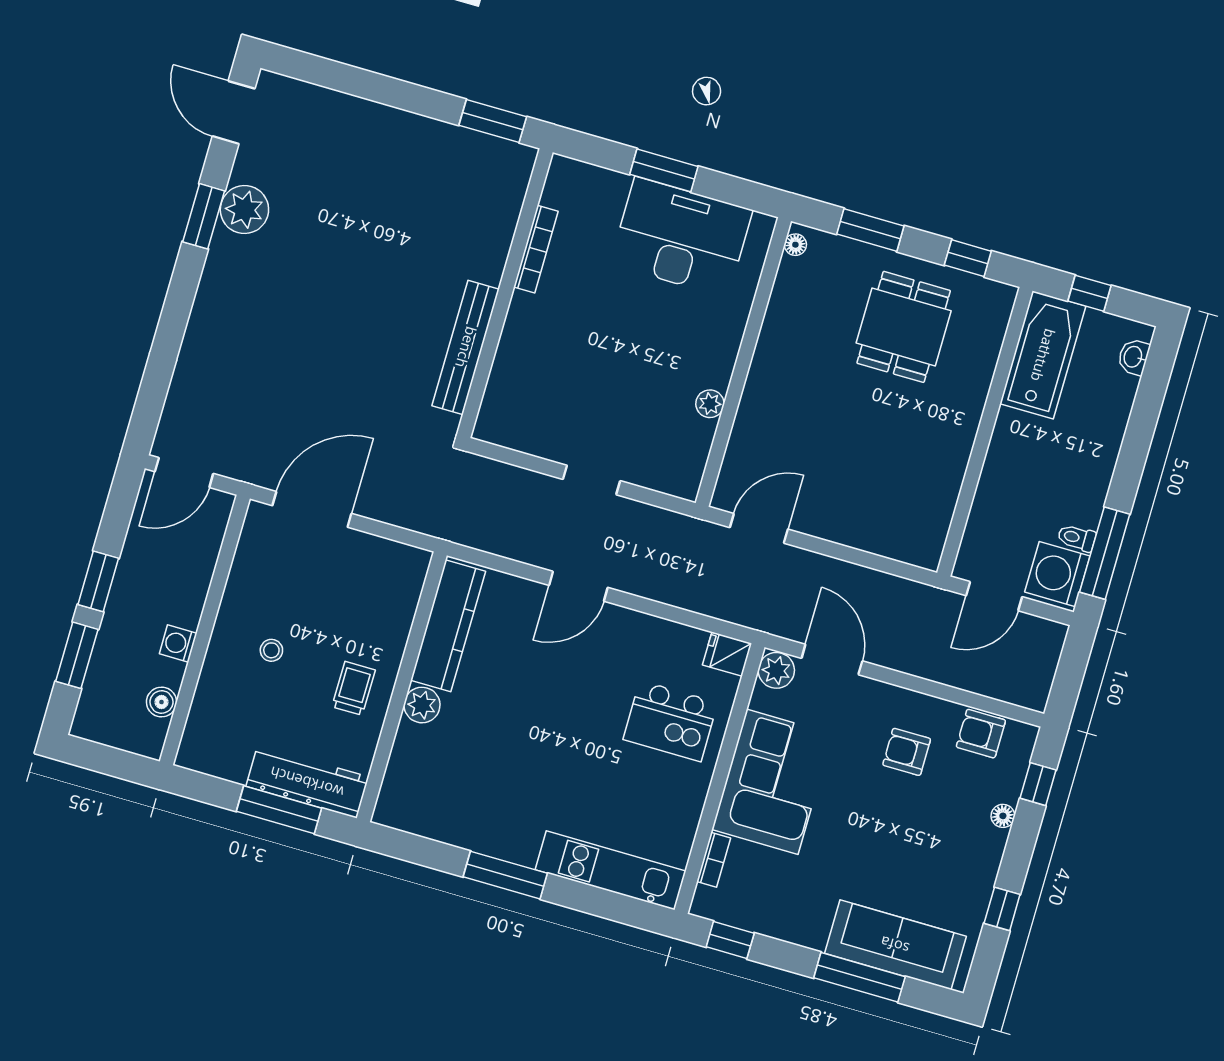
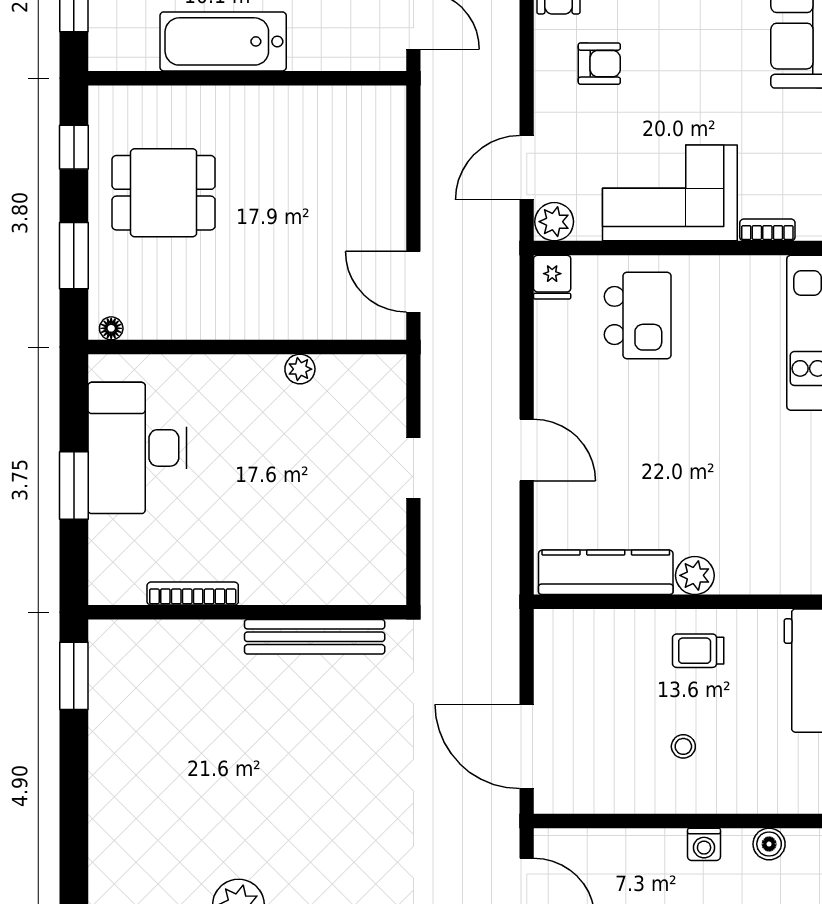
bathtub: (1043, 355) -> (223, 41), moved
armchair: (907, 752) -> (599, 64), turned -90

